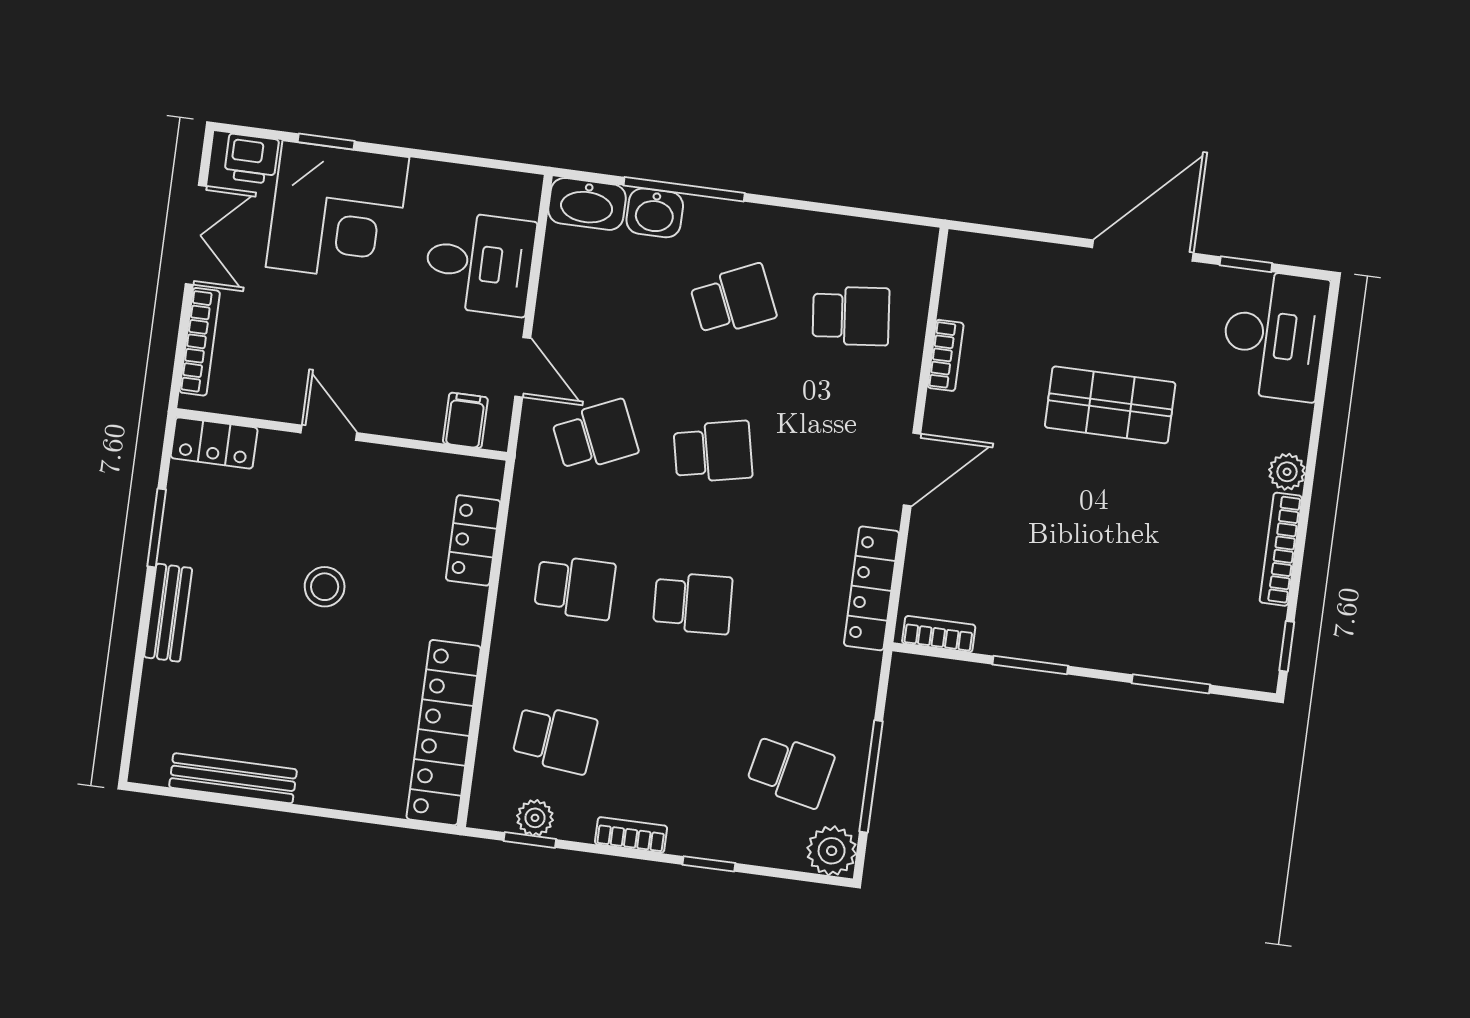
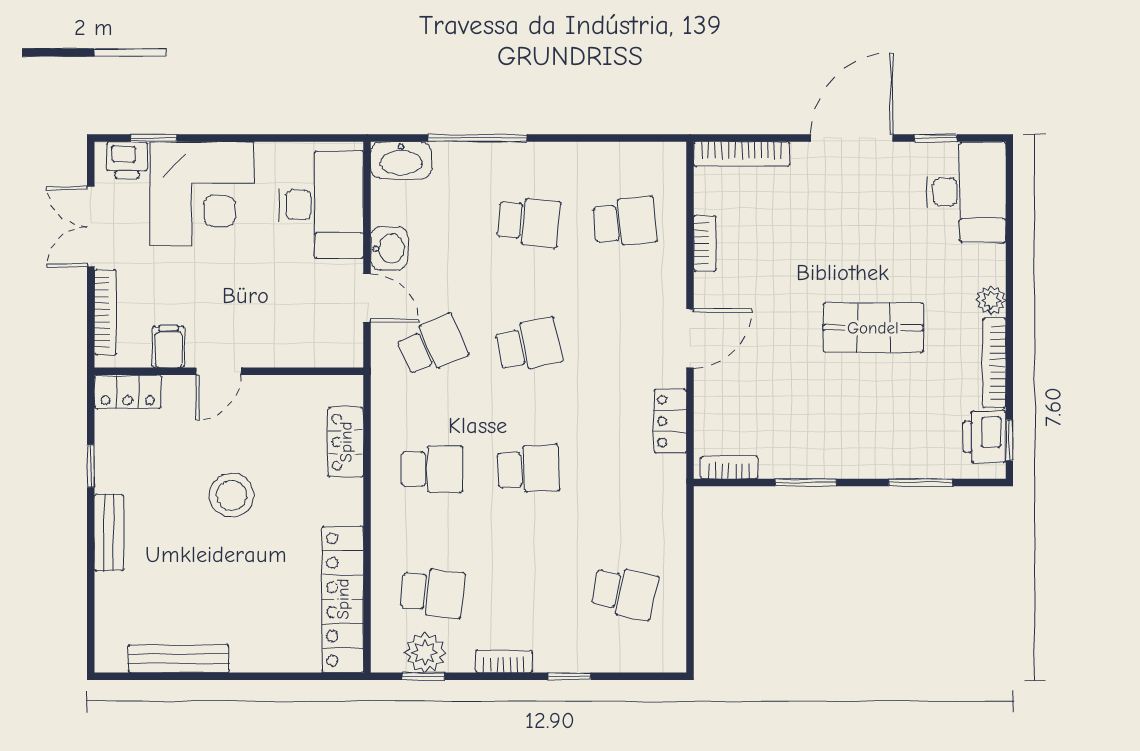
window: (326, 141) -> (154, 138), moved
washbasin: (655, 213) -> (389, 248), moved, turned -90
double door: (196, 235) -> (91, 227), swing flipped
bookcase: (1005, 252) -> (742, 154), added
desk: (480, 263) -> (321, 205), width x1.37
school desk: (733, 300) -> (529, 222), turned 30
shop shelf: (1110, 405) -> (873, 328), moved
filing cabinet: (465, 420) -> (169, 347), moved
door: (329, 433) -> (219, 371), swing flipped
window: (157, 528) -> (91, 466), width x0.67
stool: (325, 587) -> (232, 495), width x1.38, depth x1.38
locker: (871, 588) -> (670, 421), width x0.66
printer: (1257, 638) -> (984, 437), added
window: (871, 776) -> (690, 589), removed
plant: (535, 818) -> (425, 653), width x1.38, depth x1.38
plant: (832, 851) -> (666, 653), removed

